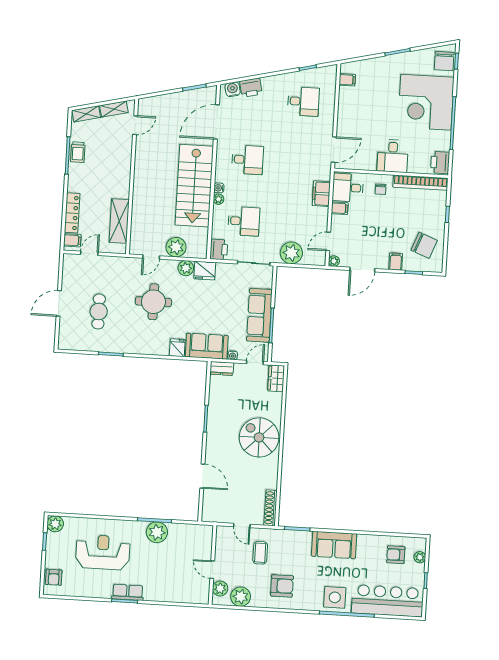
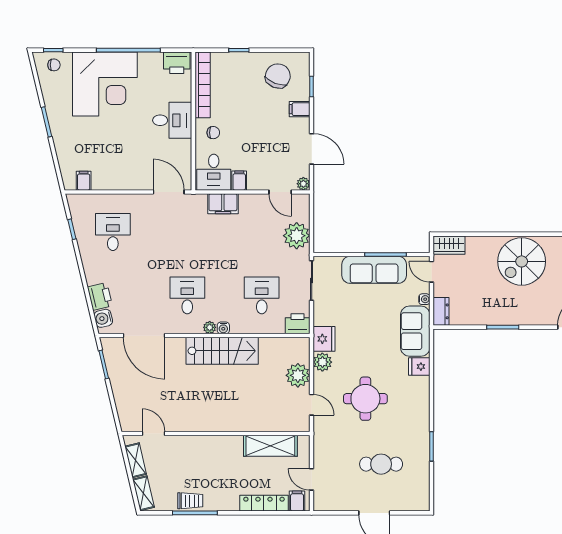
chair: (444, 61) -> (54, 65), width x0.54, depth x0.54
stairs: (194, 186) -> (222, 351), width x0.73, depth x0.66
plant: (218, 199) -> (210, 327), moved

